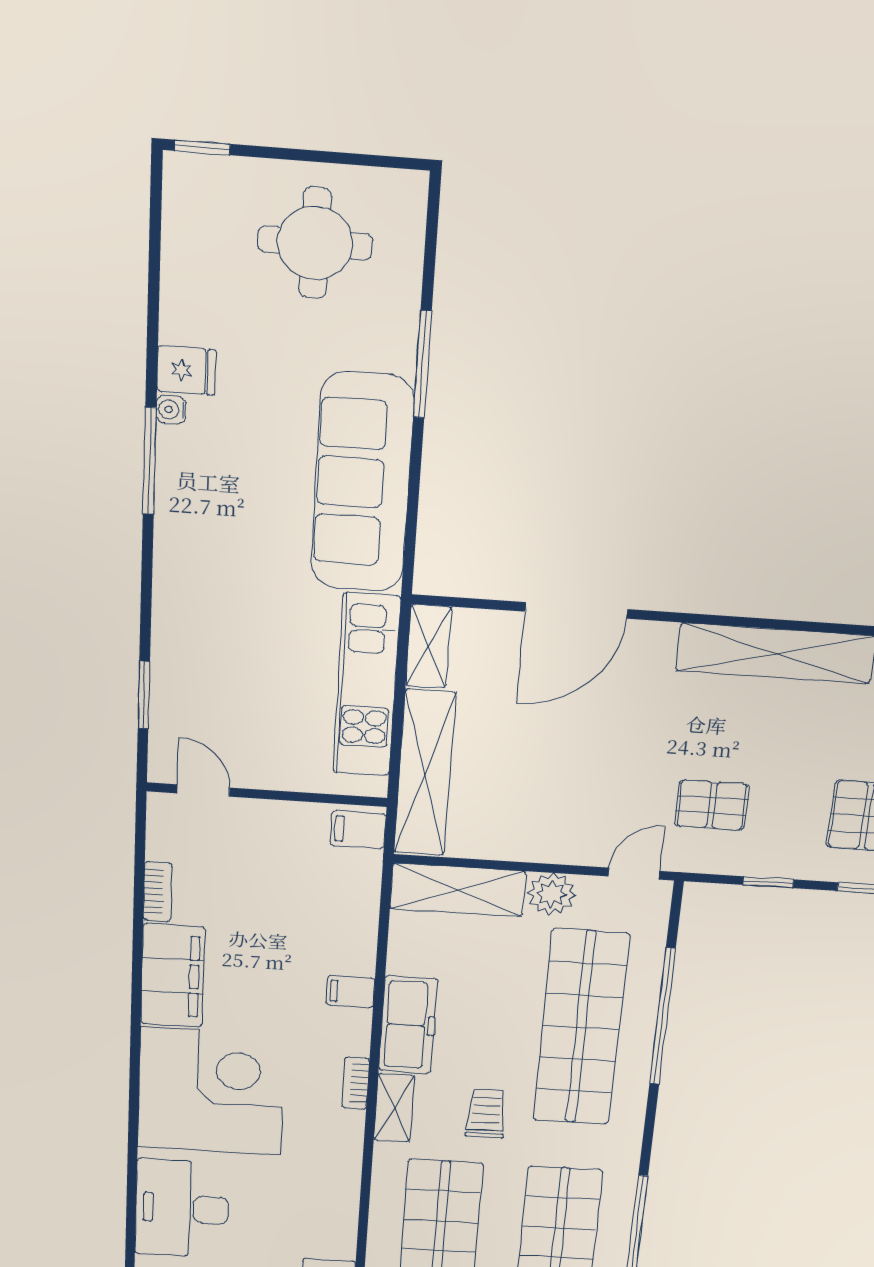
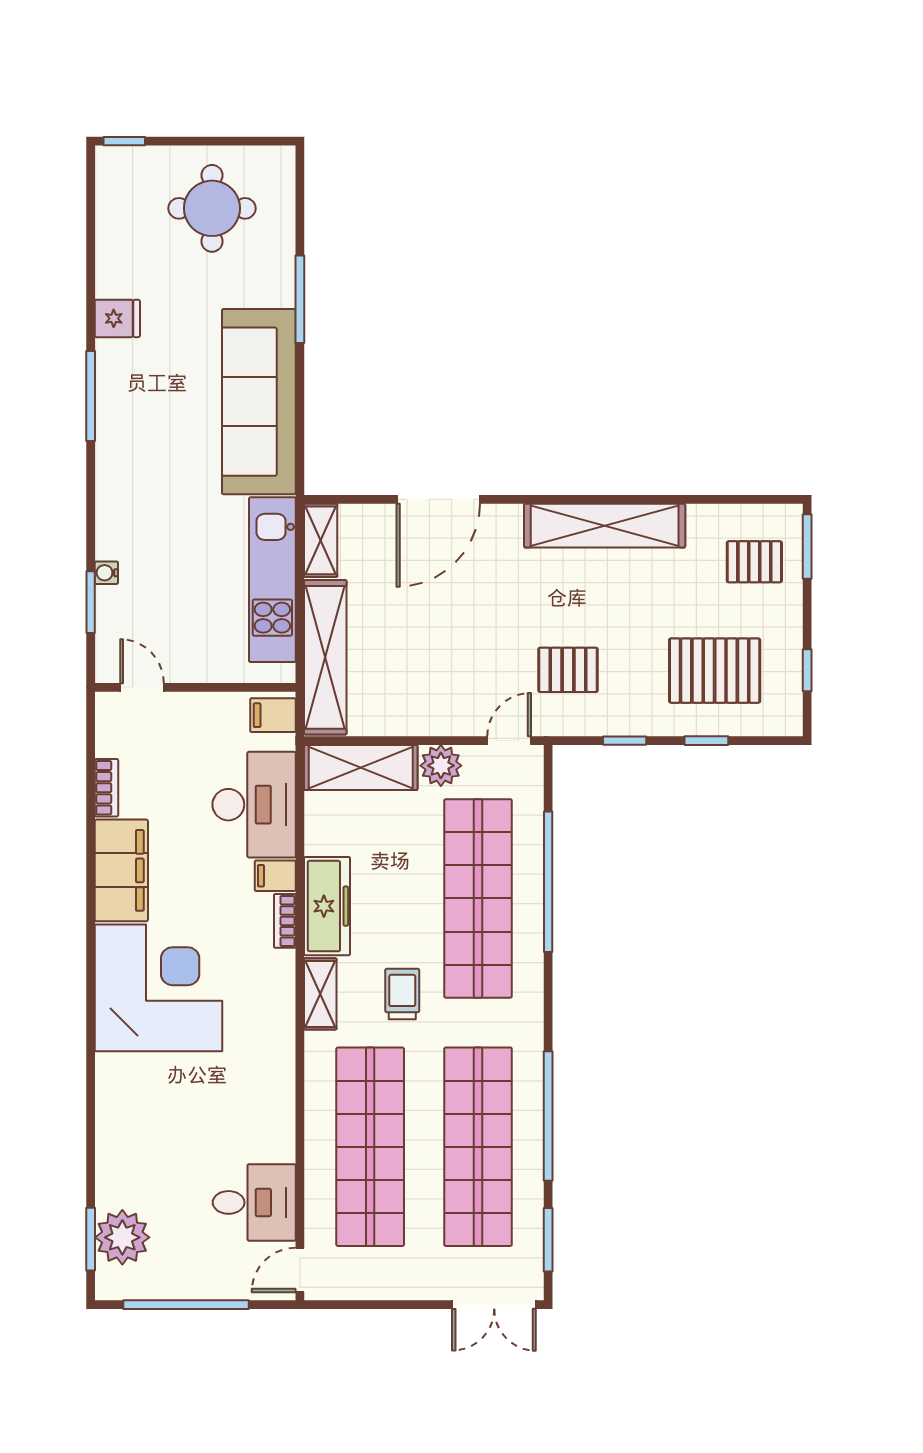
water cooler: (171, 410) -> (106, 573), moved
bookcase: (356, 1083) -> (285, 921), moved
desk: (182, 1209) -> (254, 805), moved, turned 180

